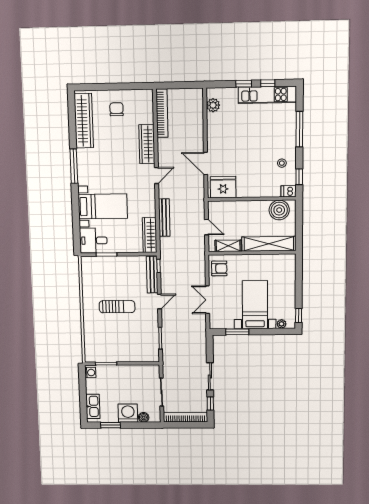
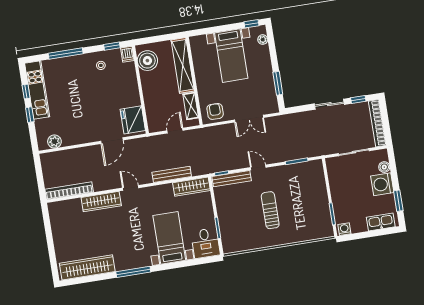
chair: (116, 109) -> (72, 236), removed
bed with nightstands: (255, 305) -> (231, 56), moved, turned -90

